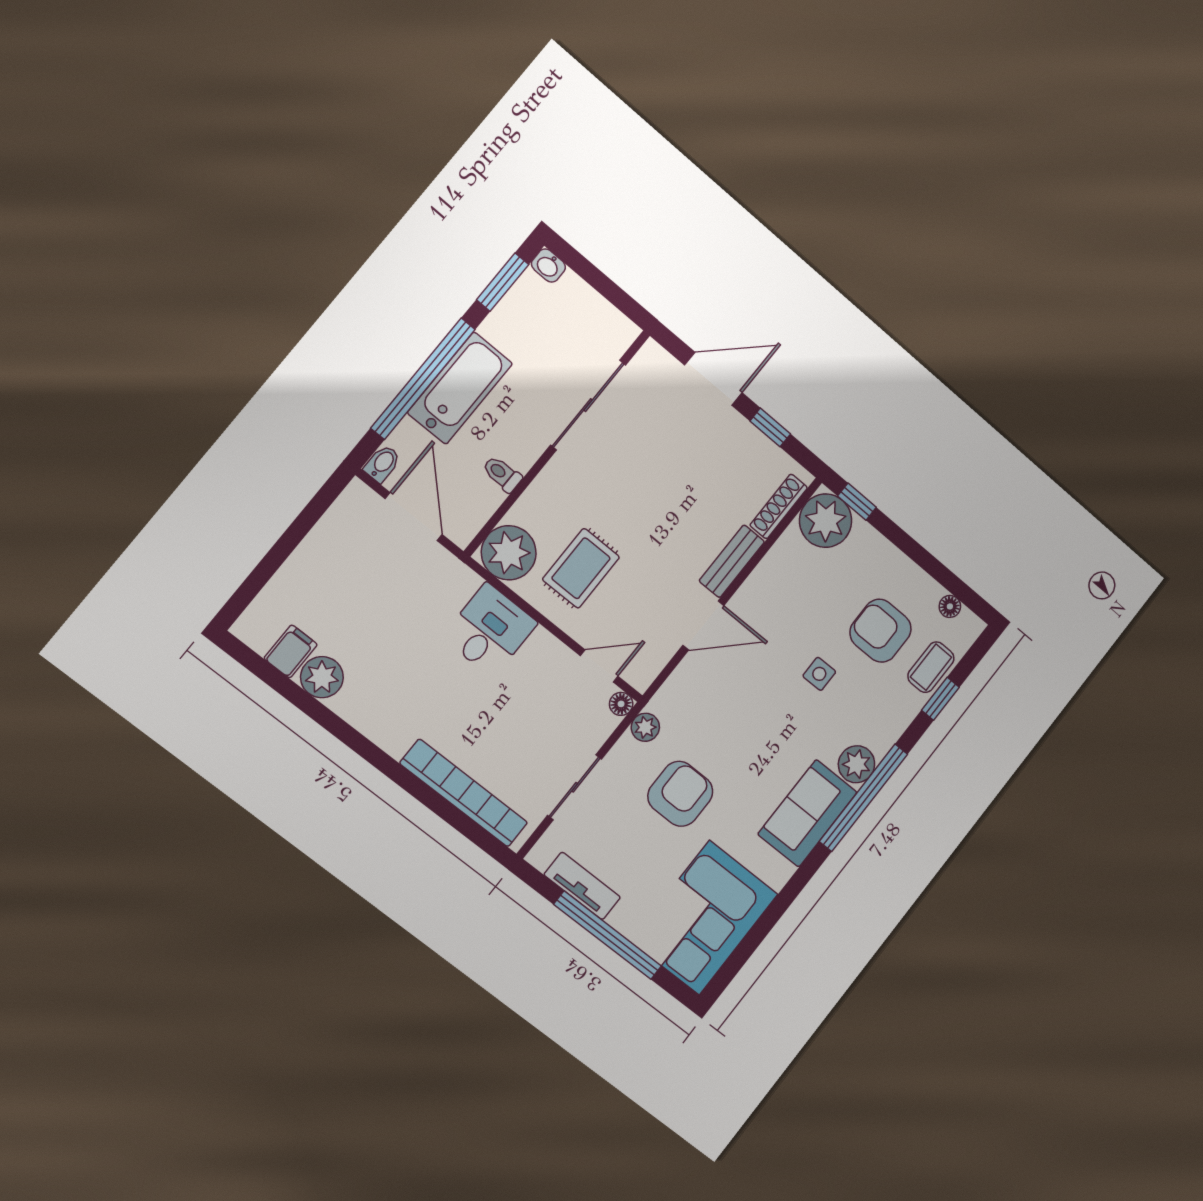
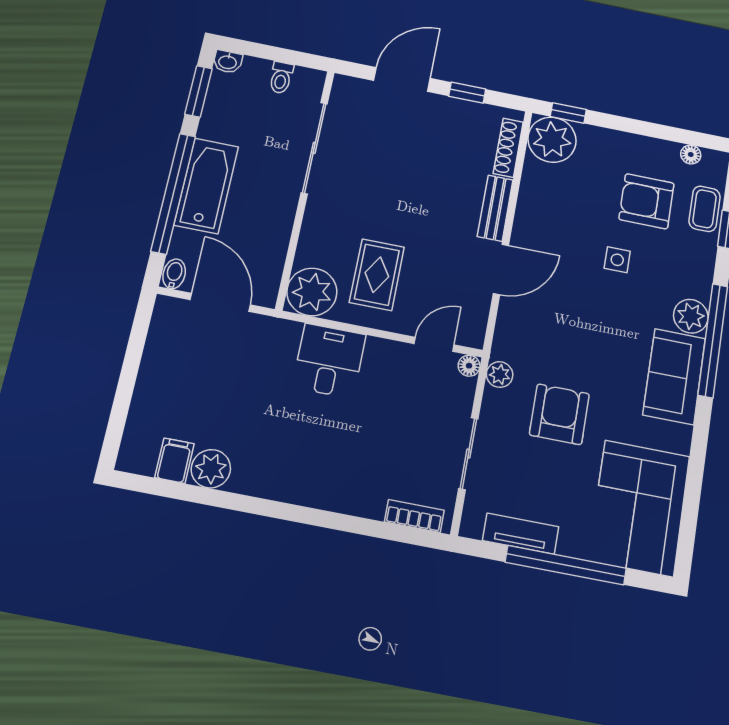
toilet: (502, 474) -> (281, 78), moved, turned -90
bookcase: (464, 793) -> (414, 516), width x0.43, depth x0.76

